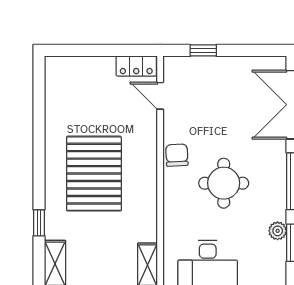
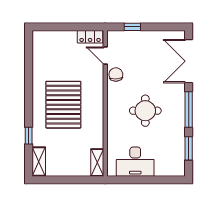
chair: (177, 155) -> (116, 75), moved
plant: (278, 231) -> (179, 141), removed

